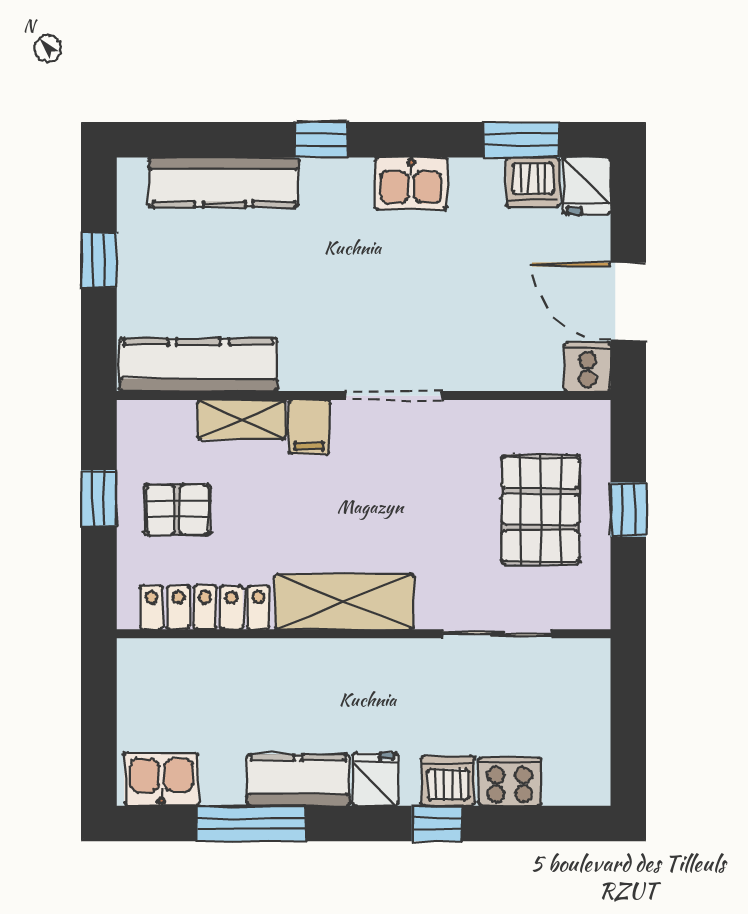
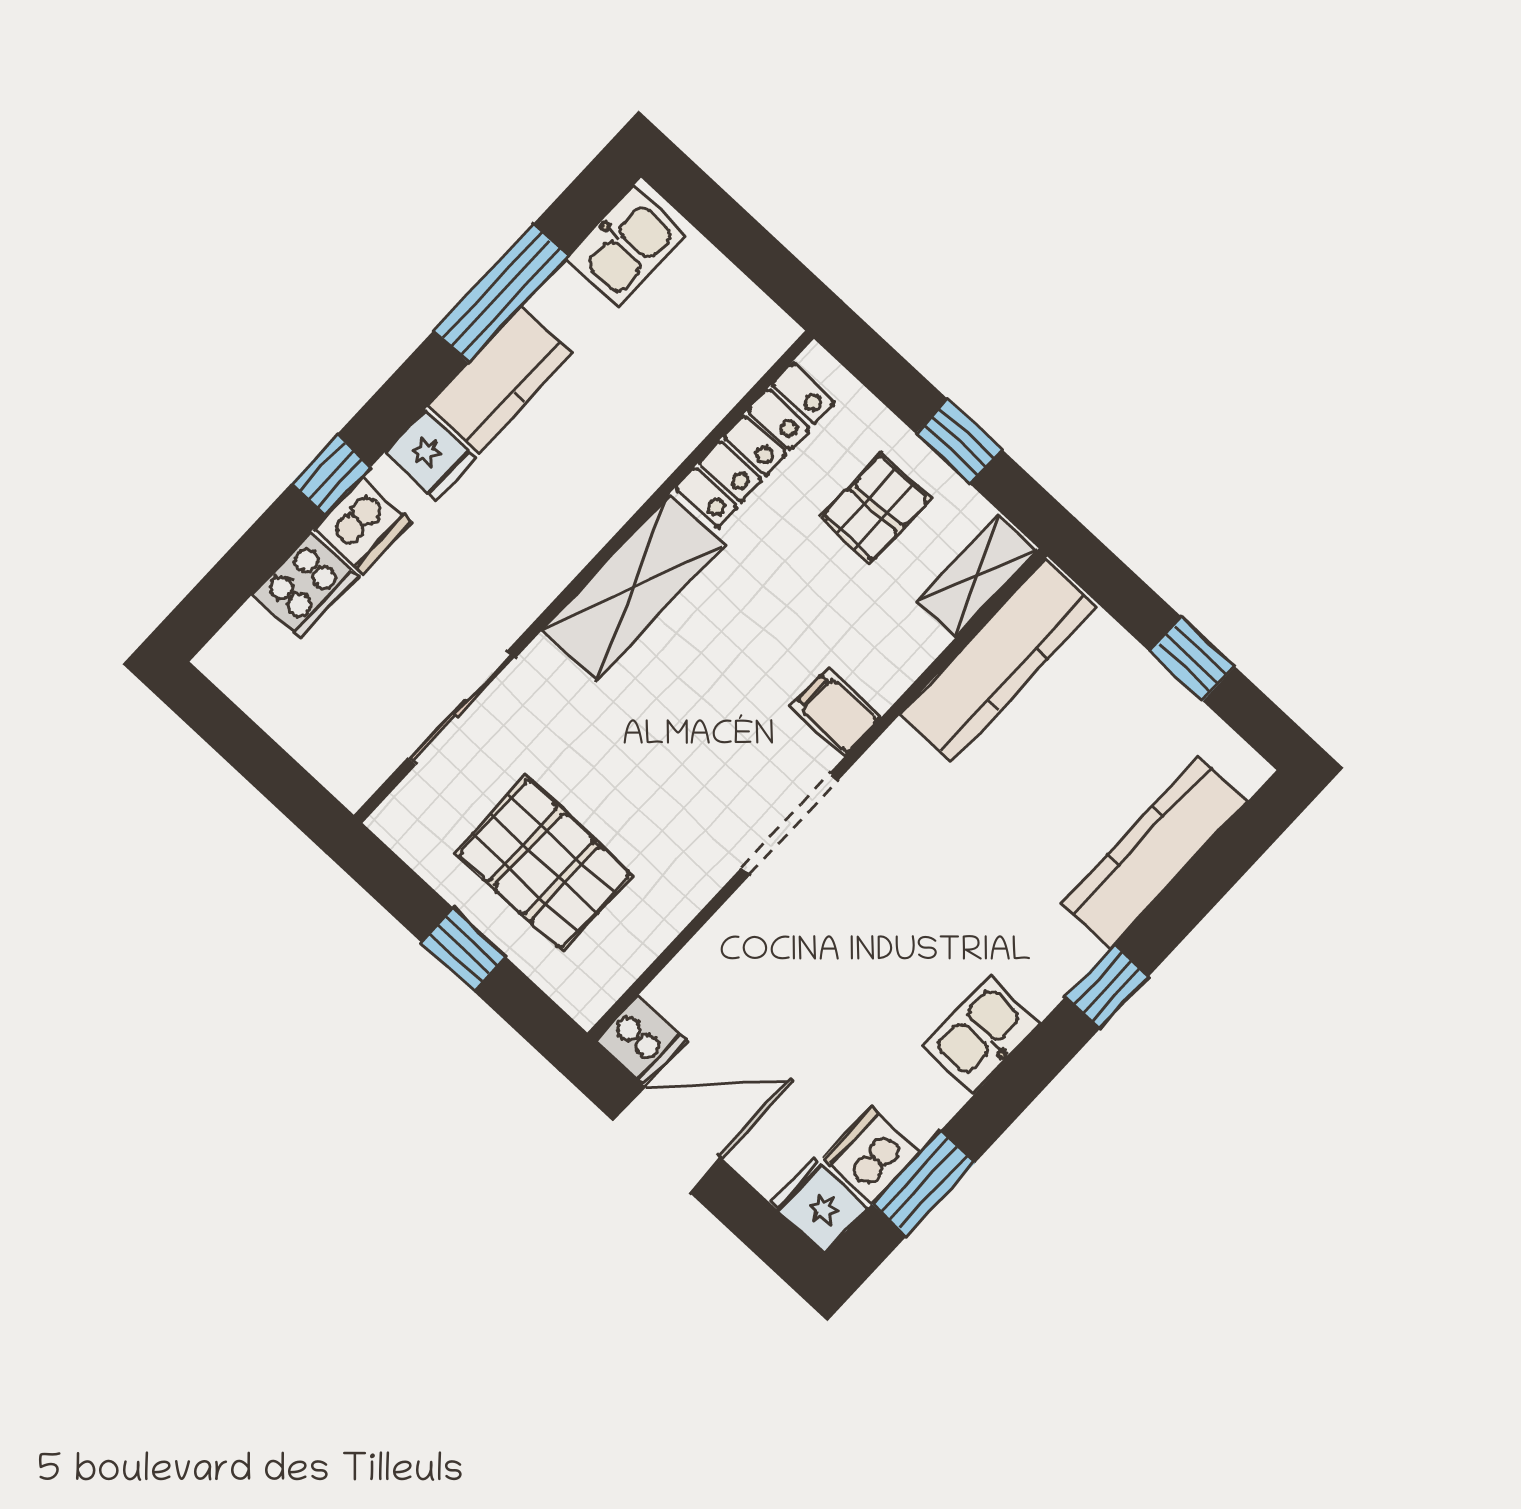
shelving: (241, 420) -> (977, 576), moved

